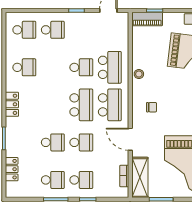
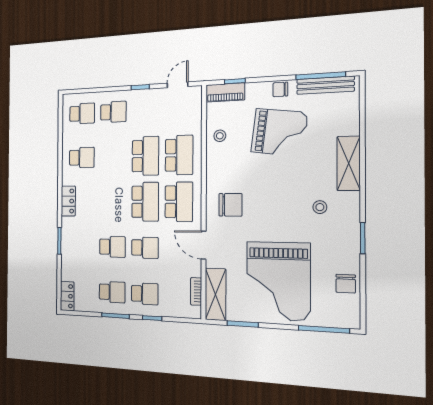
school desk: (81, 67) -> (145, 156), width x1.85
stool: (139, 74) -> (220, 136), moved
chair: (152, 107) -> (230, 205), width x1.87, depth x1.87
locker: (12, 169) -> (67, 296), moved

